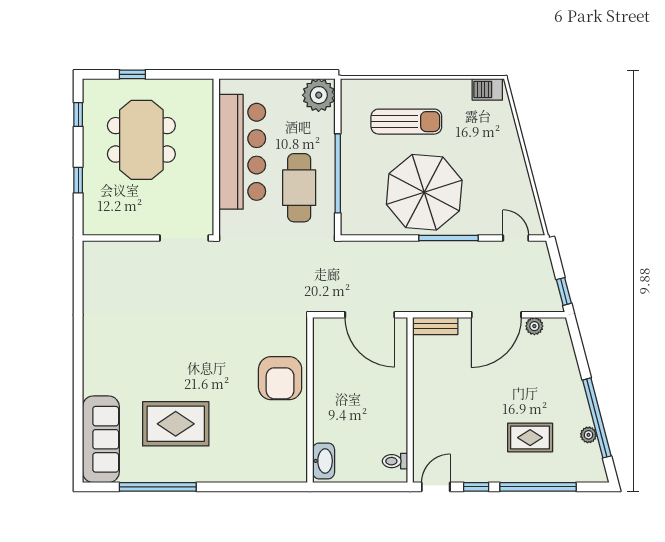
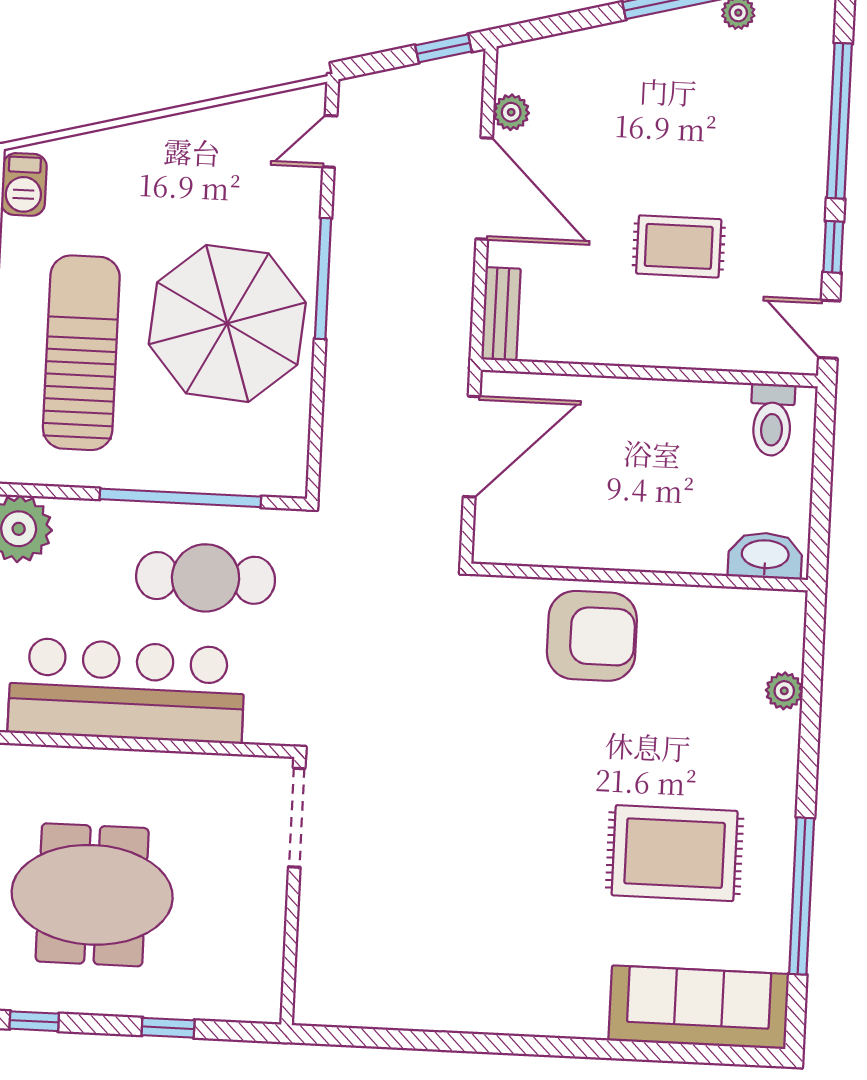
sun lounger: (406, 122) -> (81, 353), width x1.36, depth x1.34
rug: (176, 424) -> (675, 853), turned 90
rug: (530, 438) -> (679, 246), moved, turned 90
toilet: (395, 461) -> (772, 420), width x1.37, depth x1.39
plant: (258, 474) -> (784, 691), added

